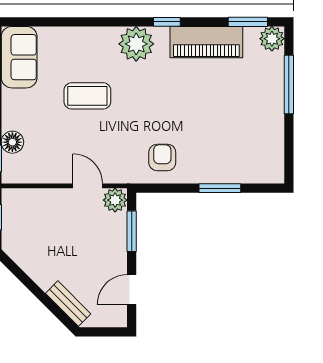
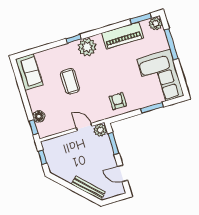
window: (167, 22) -> (74, 39), moved
coffee table: (87, 96) -> (70, 81), turned 90
corner sofa: (252, 138) -> (160, 77), added
door: (132, 290) -> (122, 173), hinge flipped
bench: (68, 304) -> (88, 188), width x1.36

